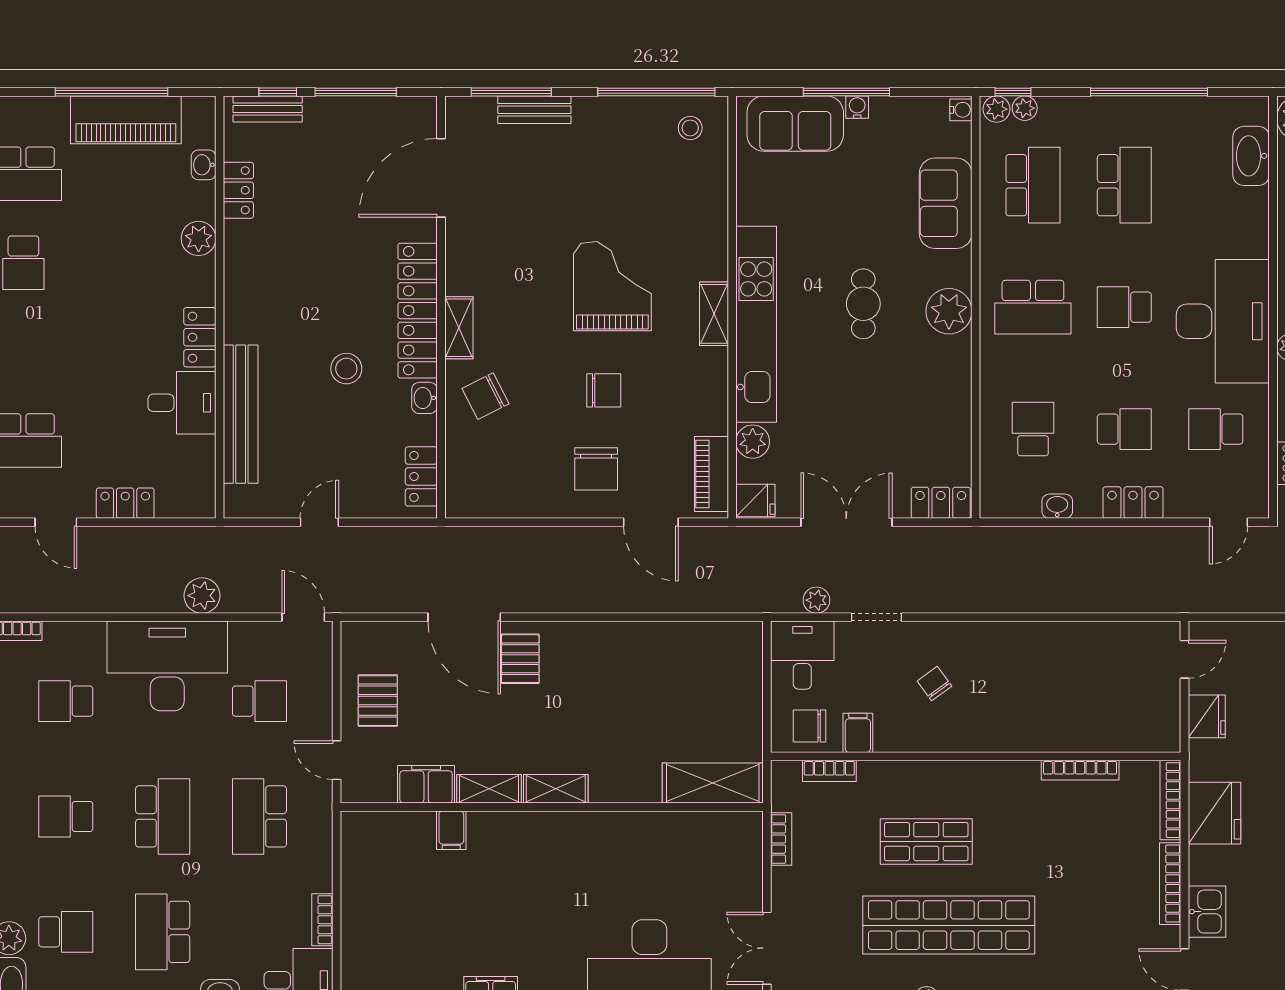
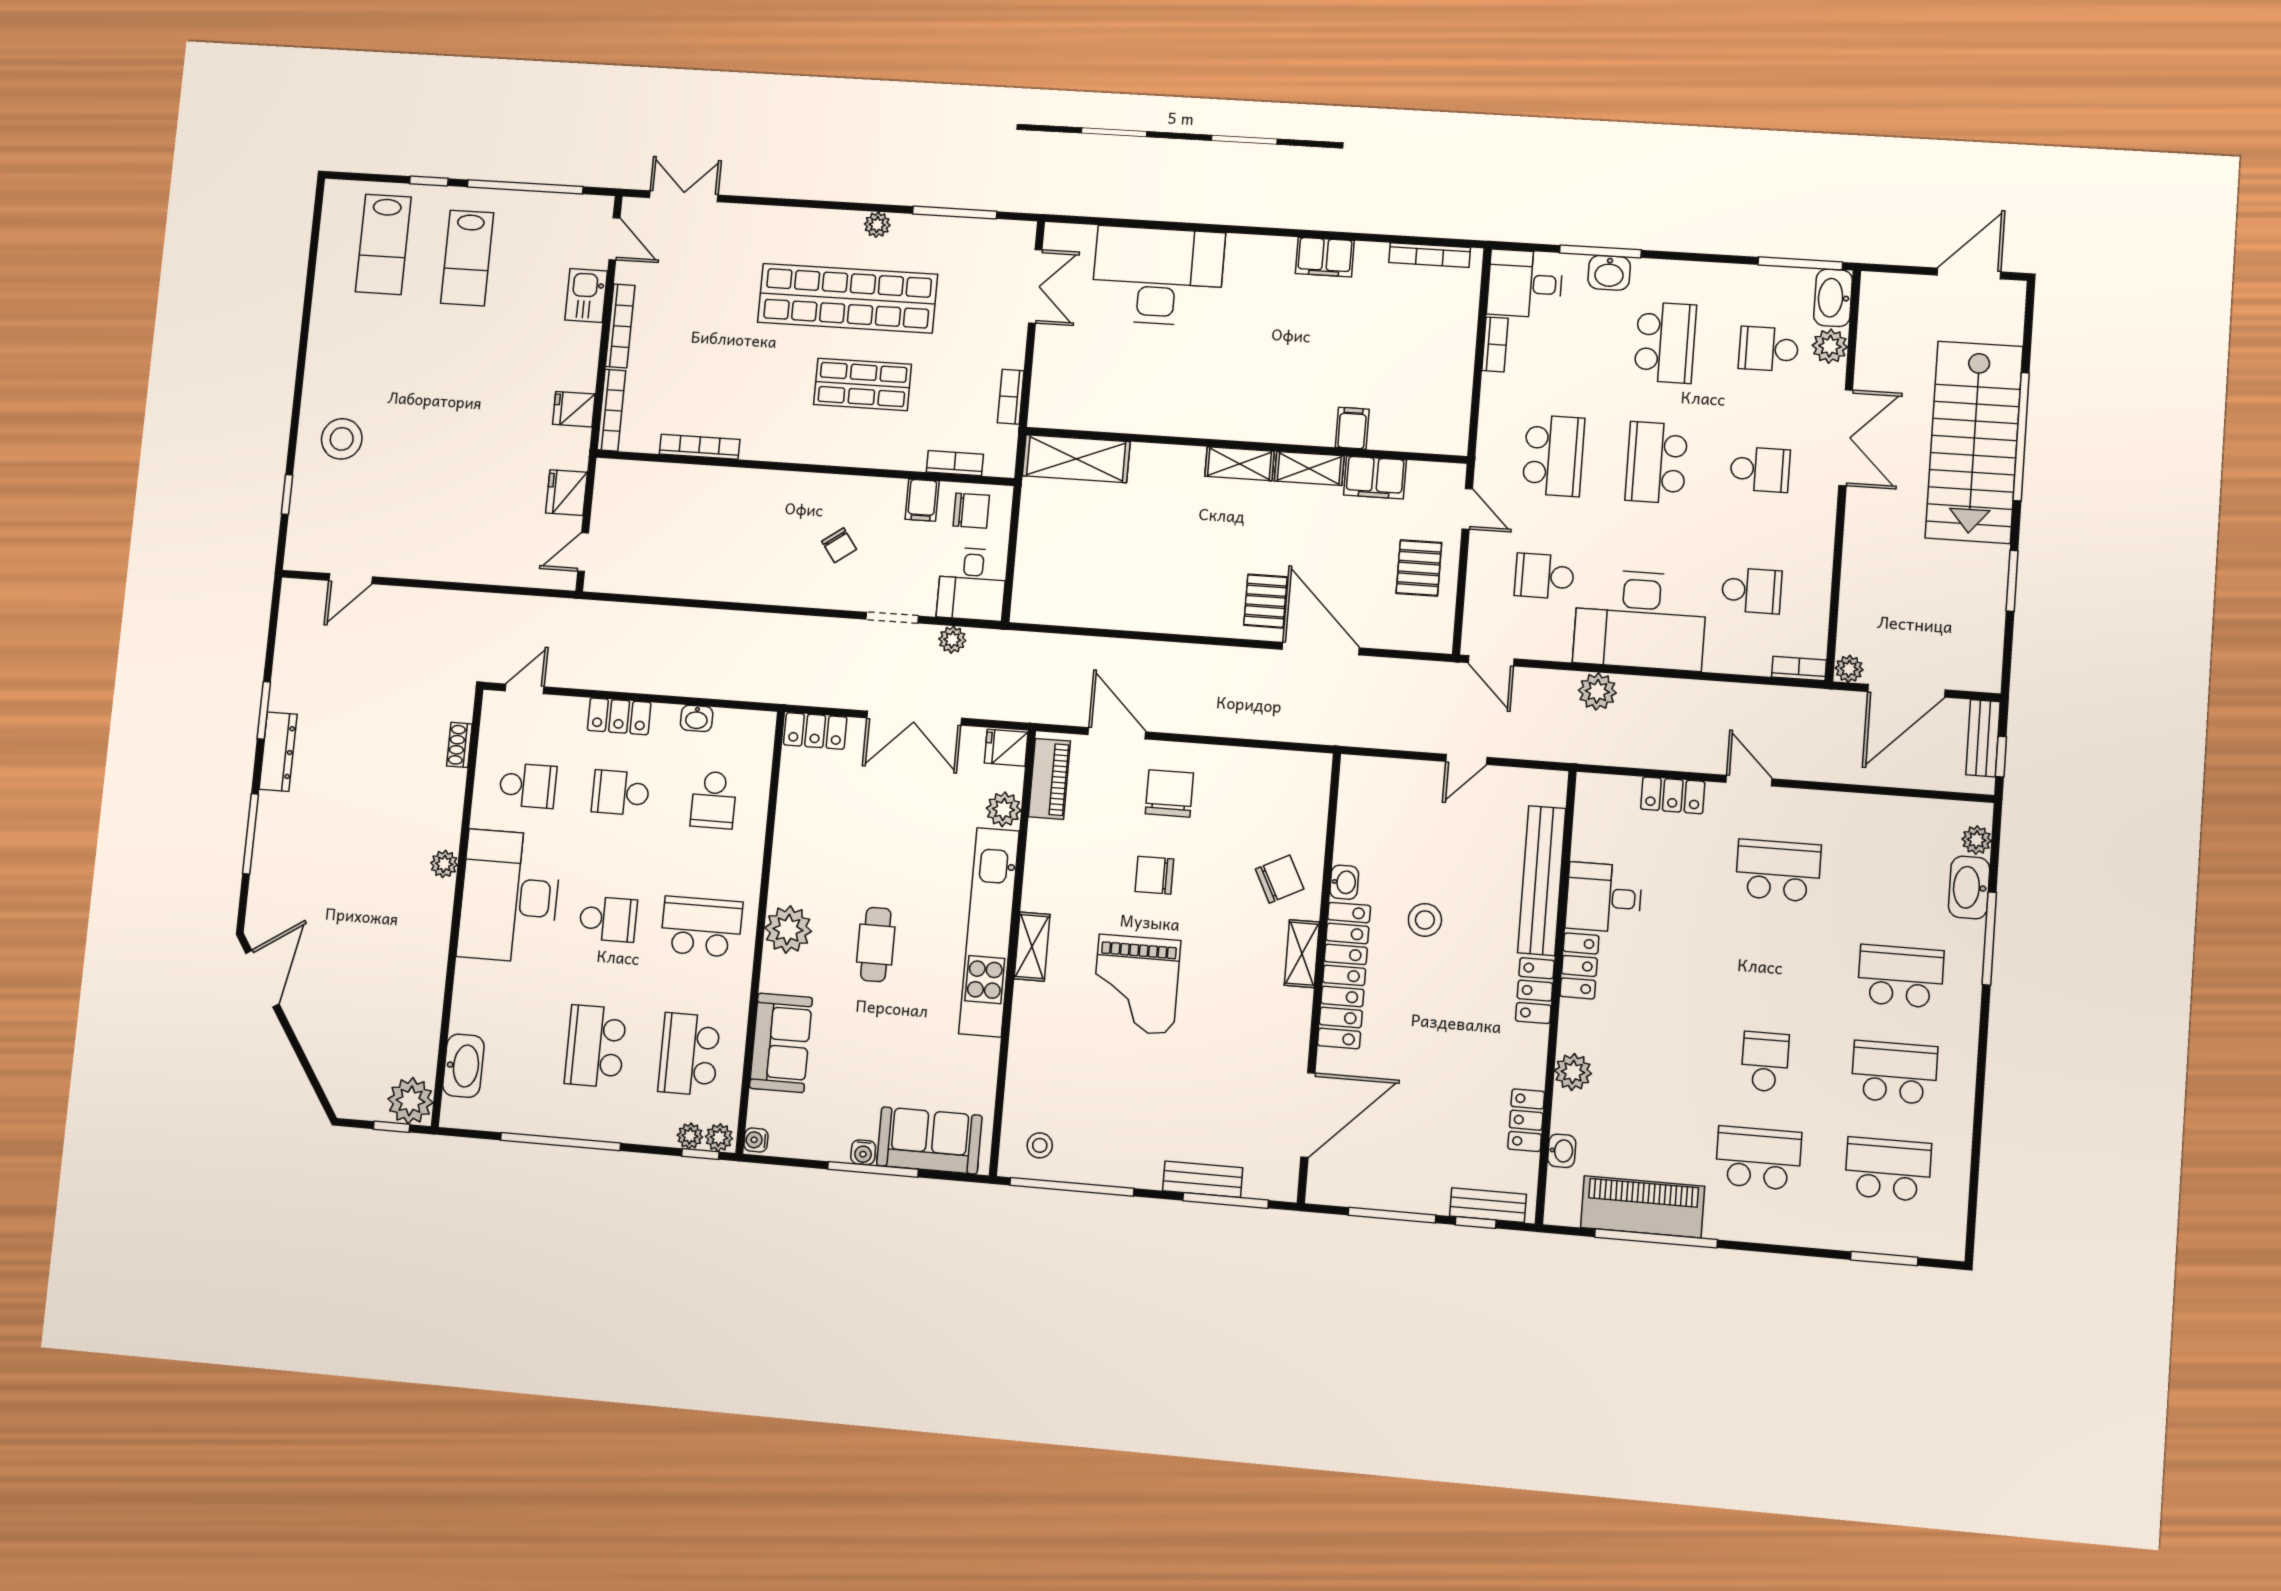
locker: (421, 476) -> (1535, 991), moved, turned 180
fridge: (1214, 813) -> (574, 409), width x0.53, depth x0.75

